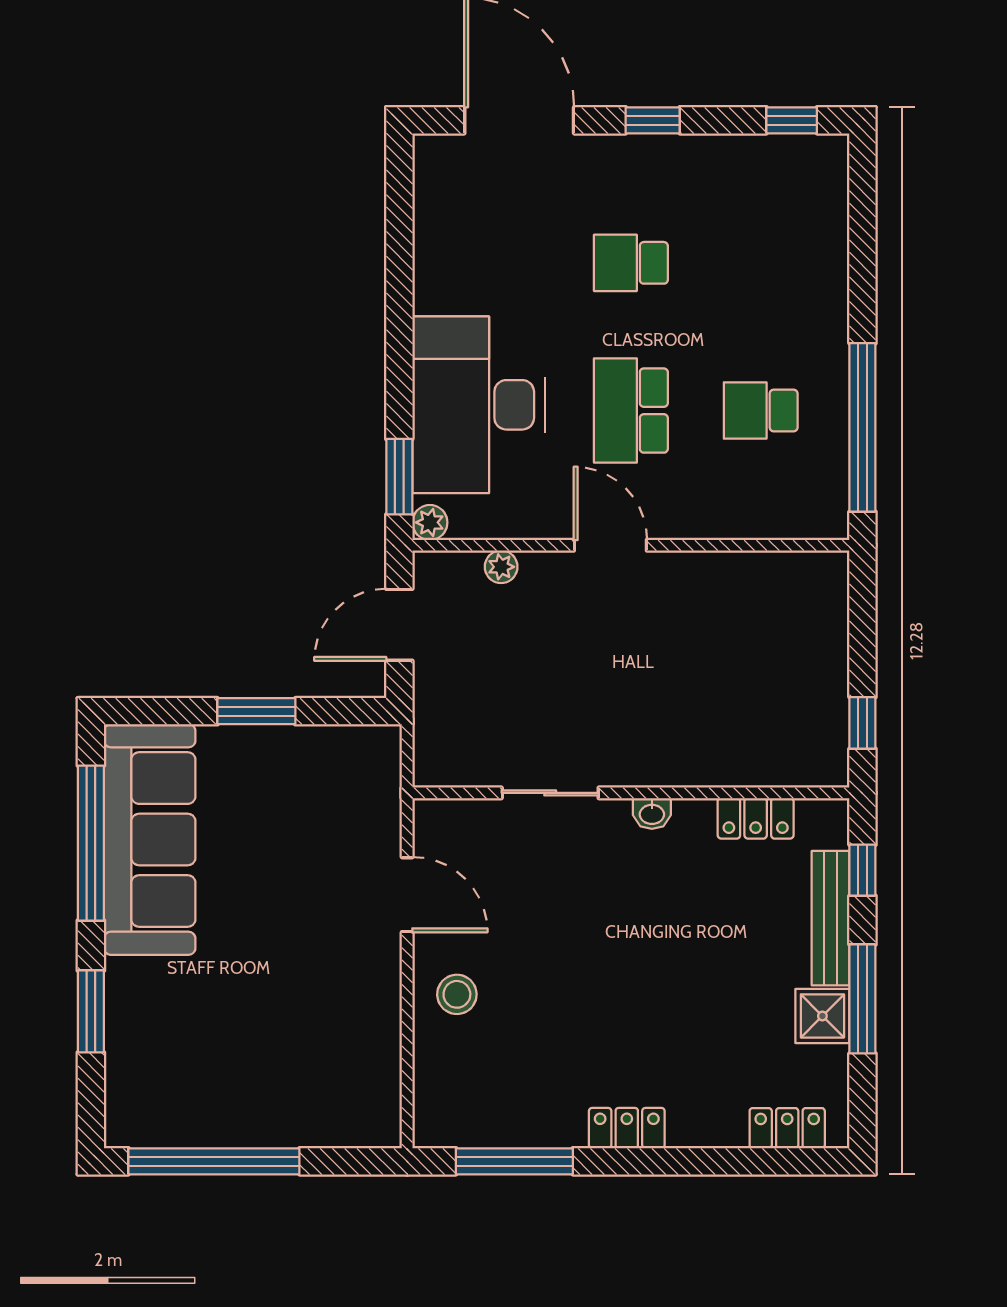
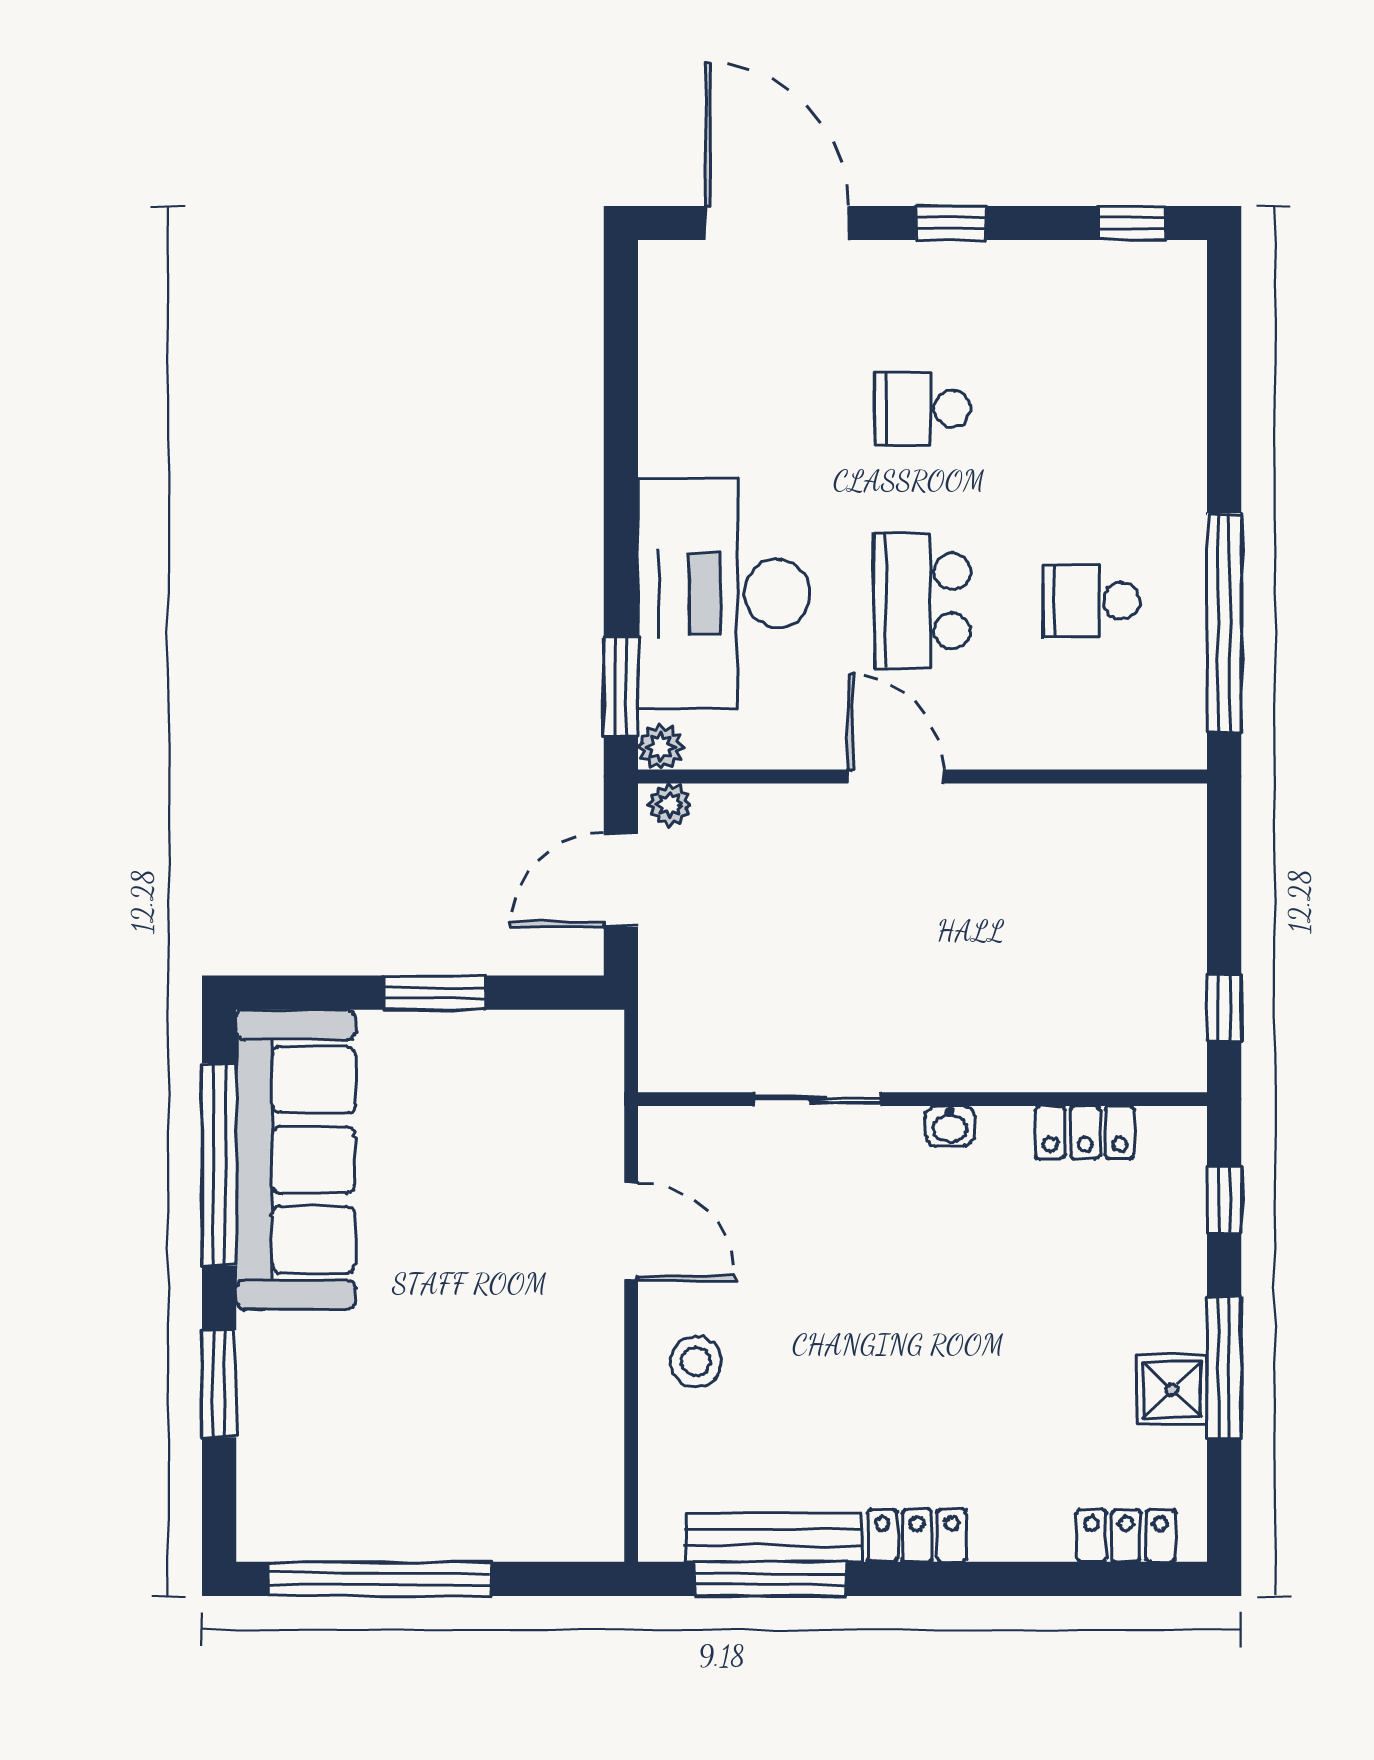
plant: (501, 567) -> (670, 805), moved
bench: (831, 918) -> (773, 1537), moved, turned 90

